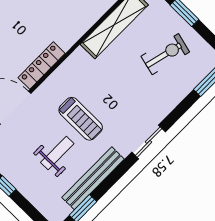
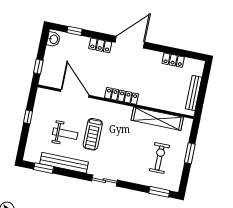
exercise bike: (165, 54) -> (159, 158), turned -104
locker: (42, 65) -> (121, 96), moved

